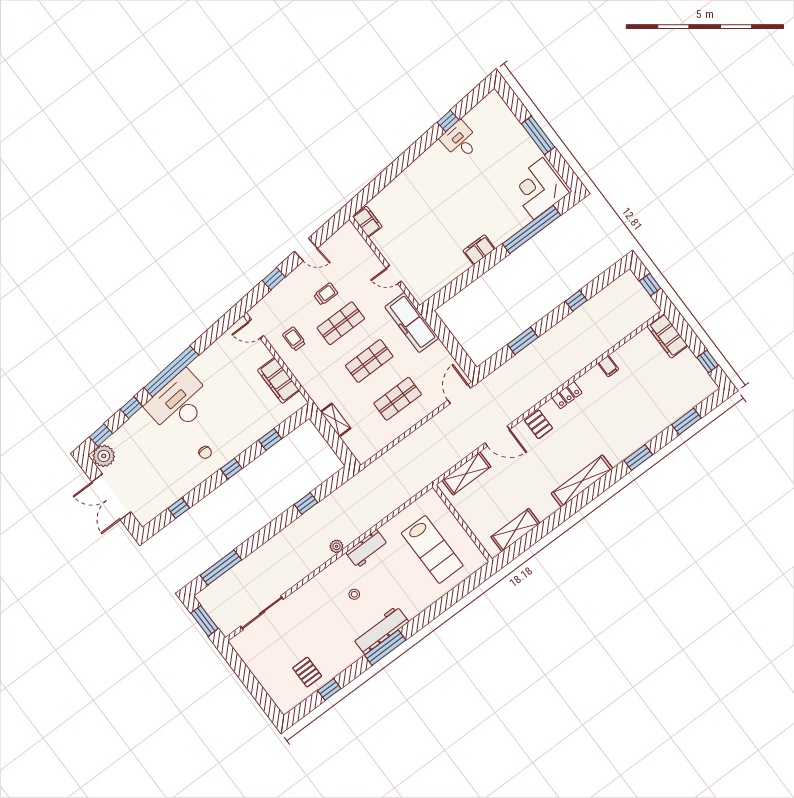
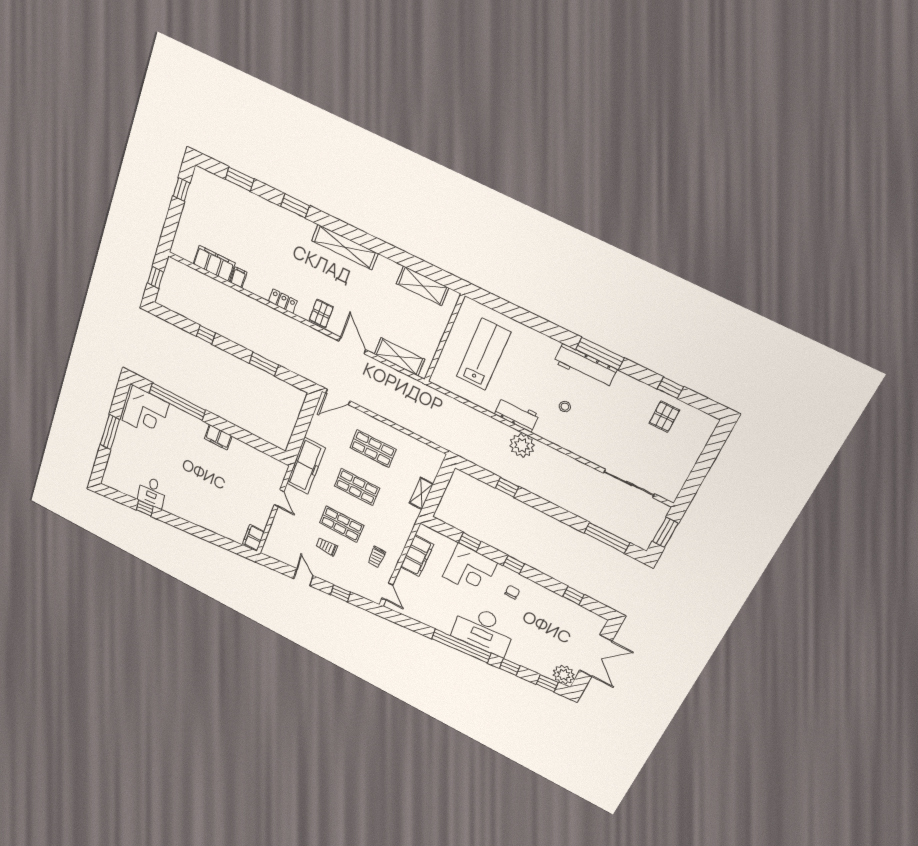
filing cabinet: (668, 336) -> (214, 264), moved, turned -90
corner desk: (244, 424) -> (470, 570), added
plant: (336, 546) -> (522, 445), width x1.87, depth x1.87

